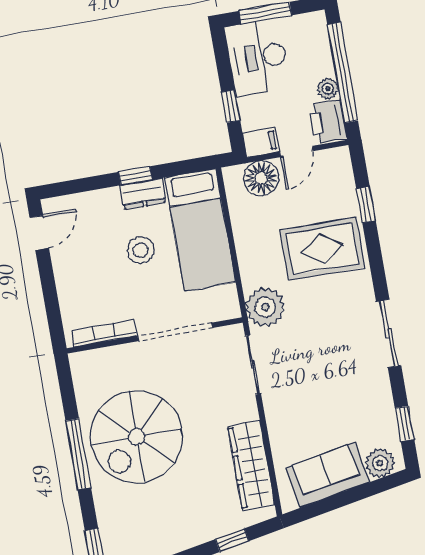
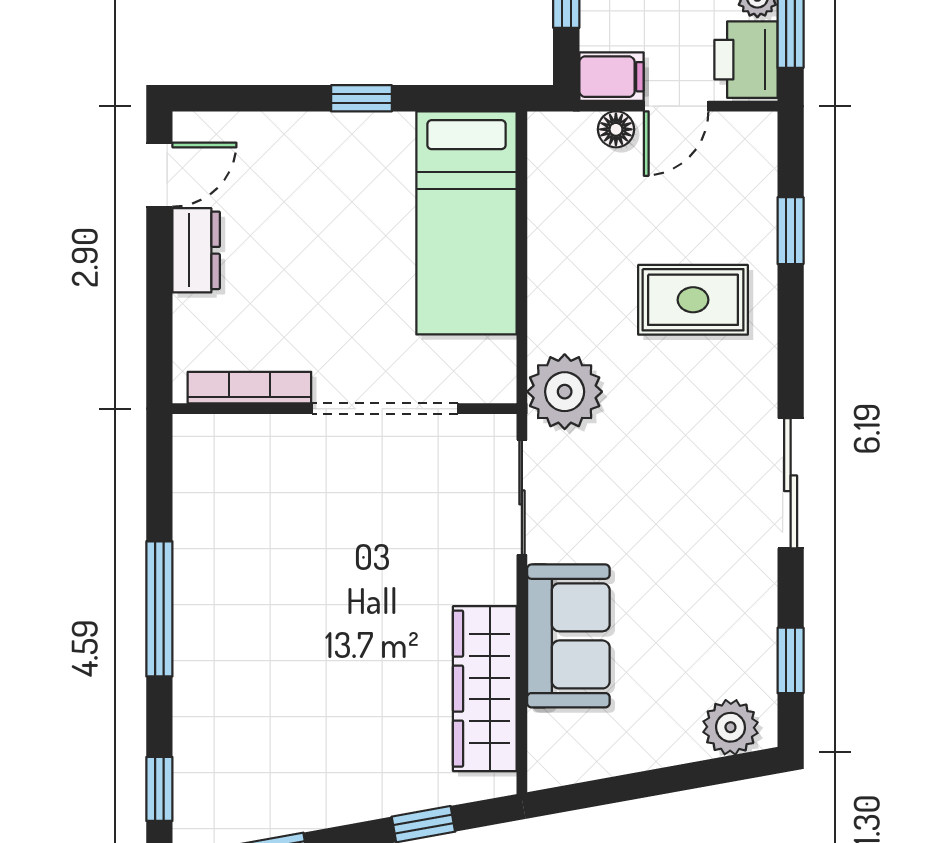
floor lamp: (261, 178) -> (616, 129), width x0.53, depth x0.53
dresser: (143, 194) -> (196, 250), moved, turned -90
rug: (322, 249) -> (693, 300), width x0.73, depth x0.70
stool: (141, 250) -> (347, 242), removed
spiral stairs: (137, 437) -> (276, 595), removed
sofa: (327, 475) -> (568, 636), moved, turned 100

